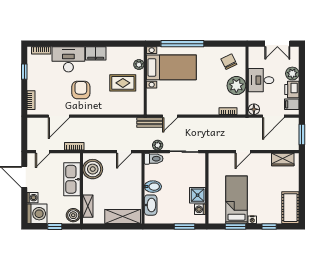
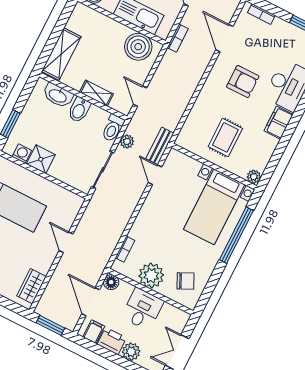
plant: (139, 65) -> (254, 177), moved
shelving: (88, 206) -> (96, 93), moved

